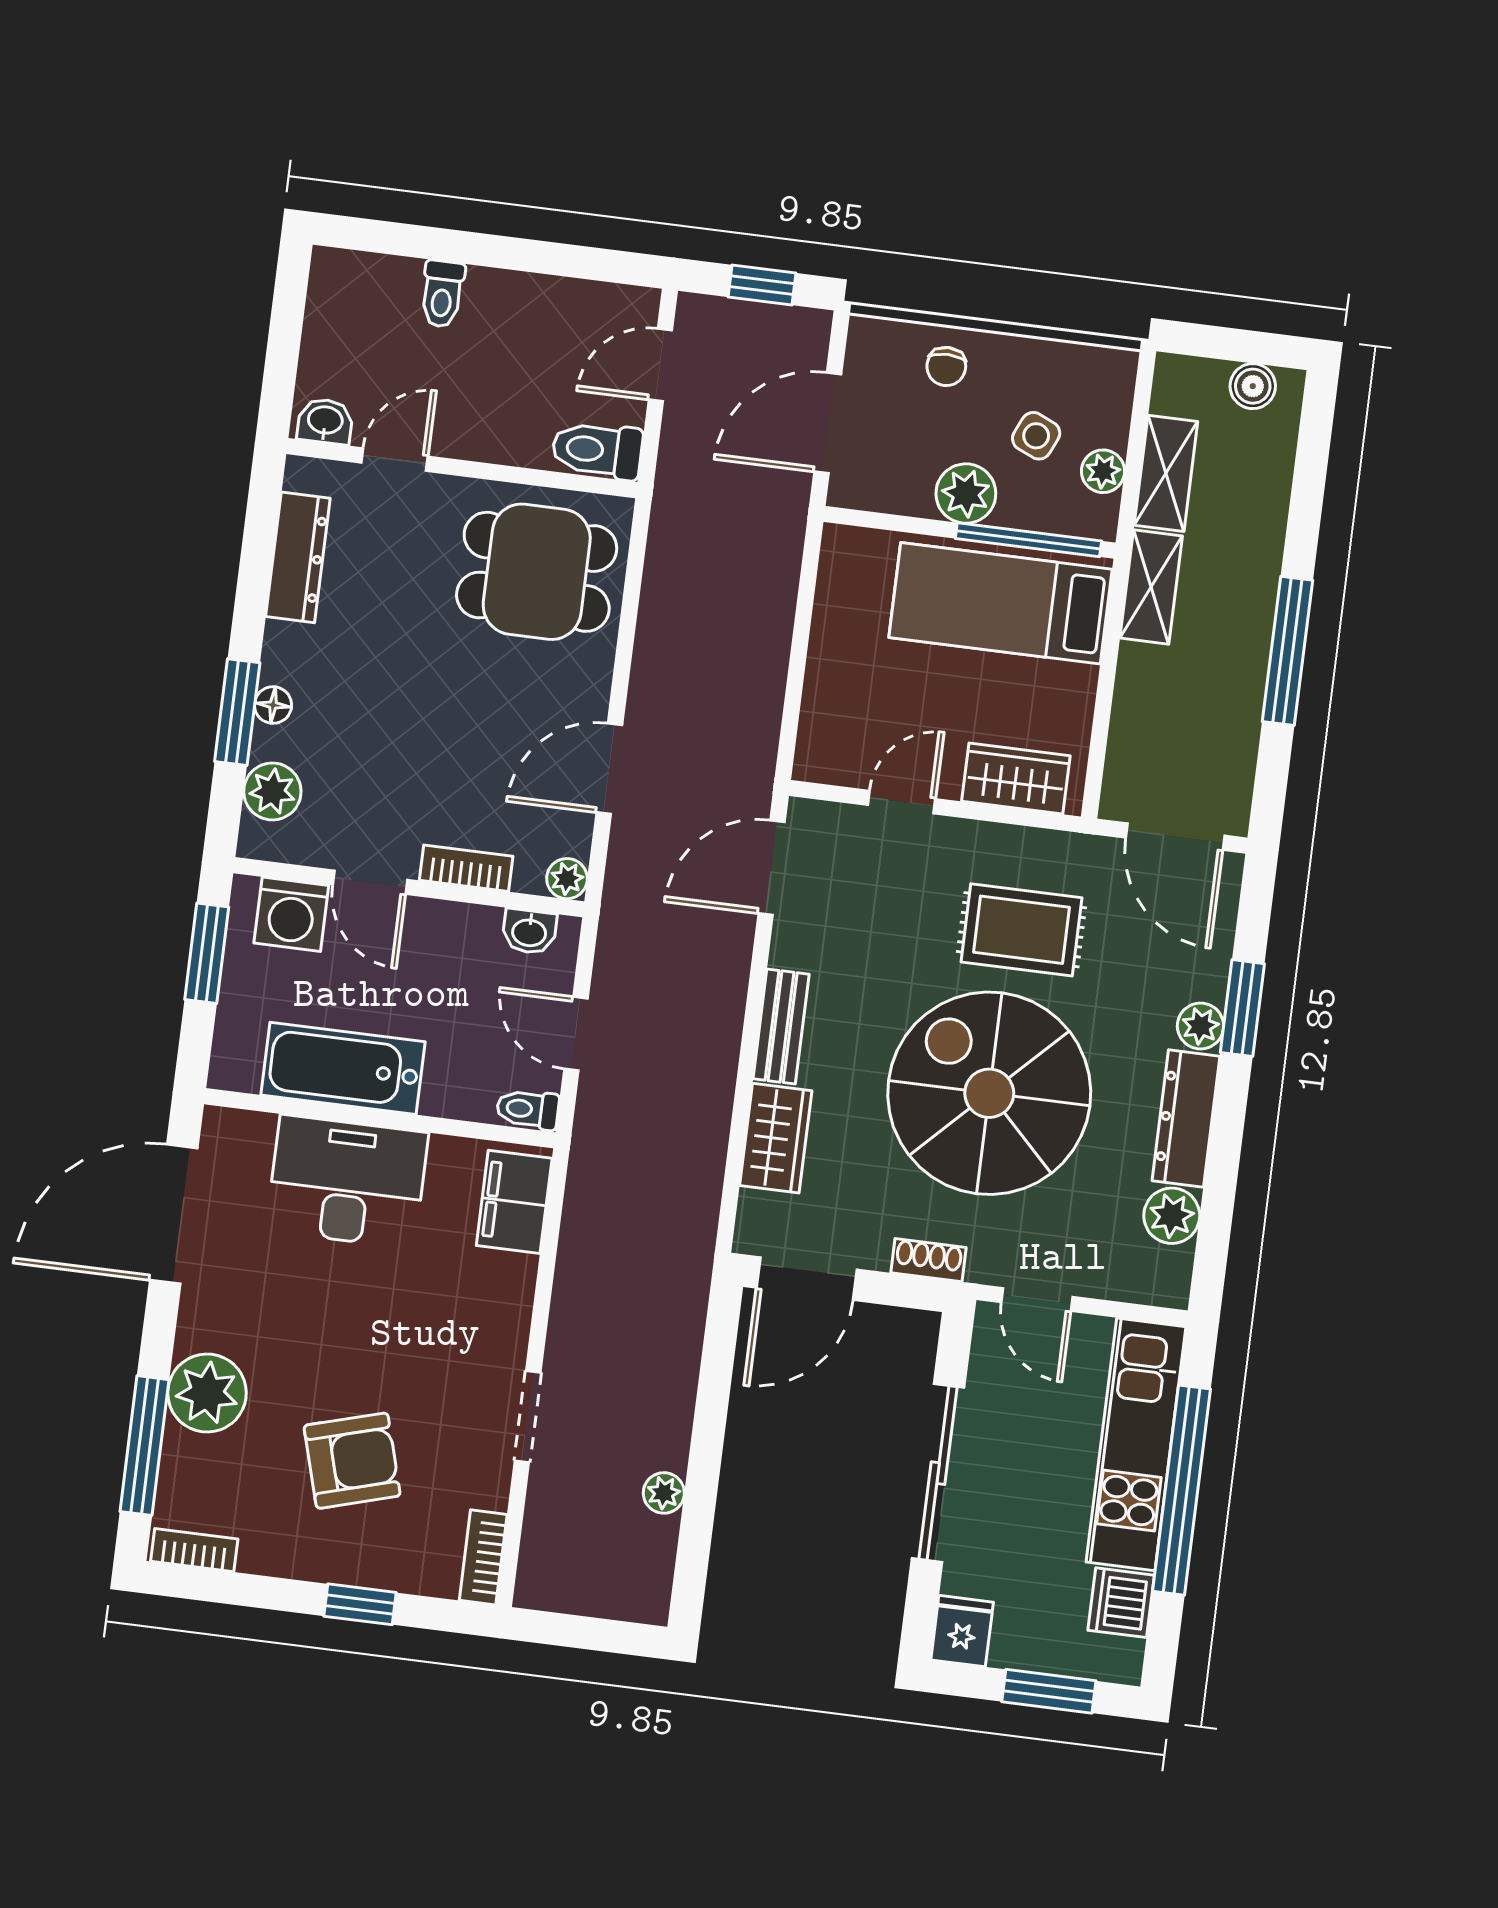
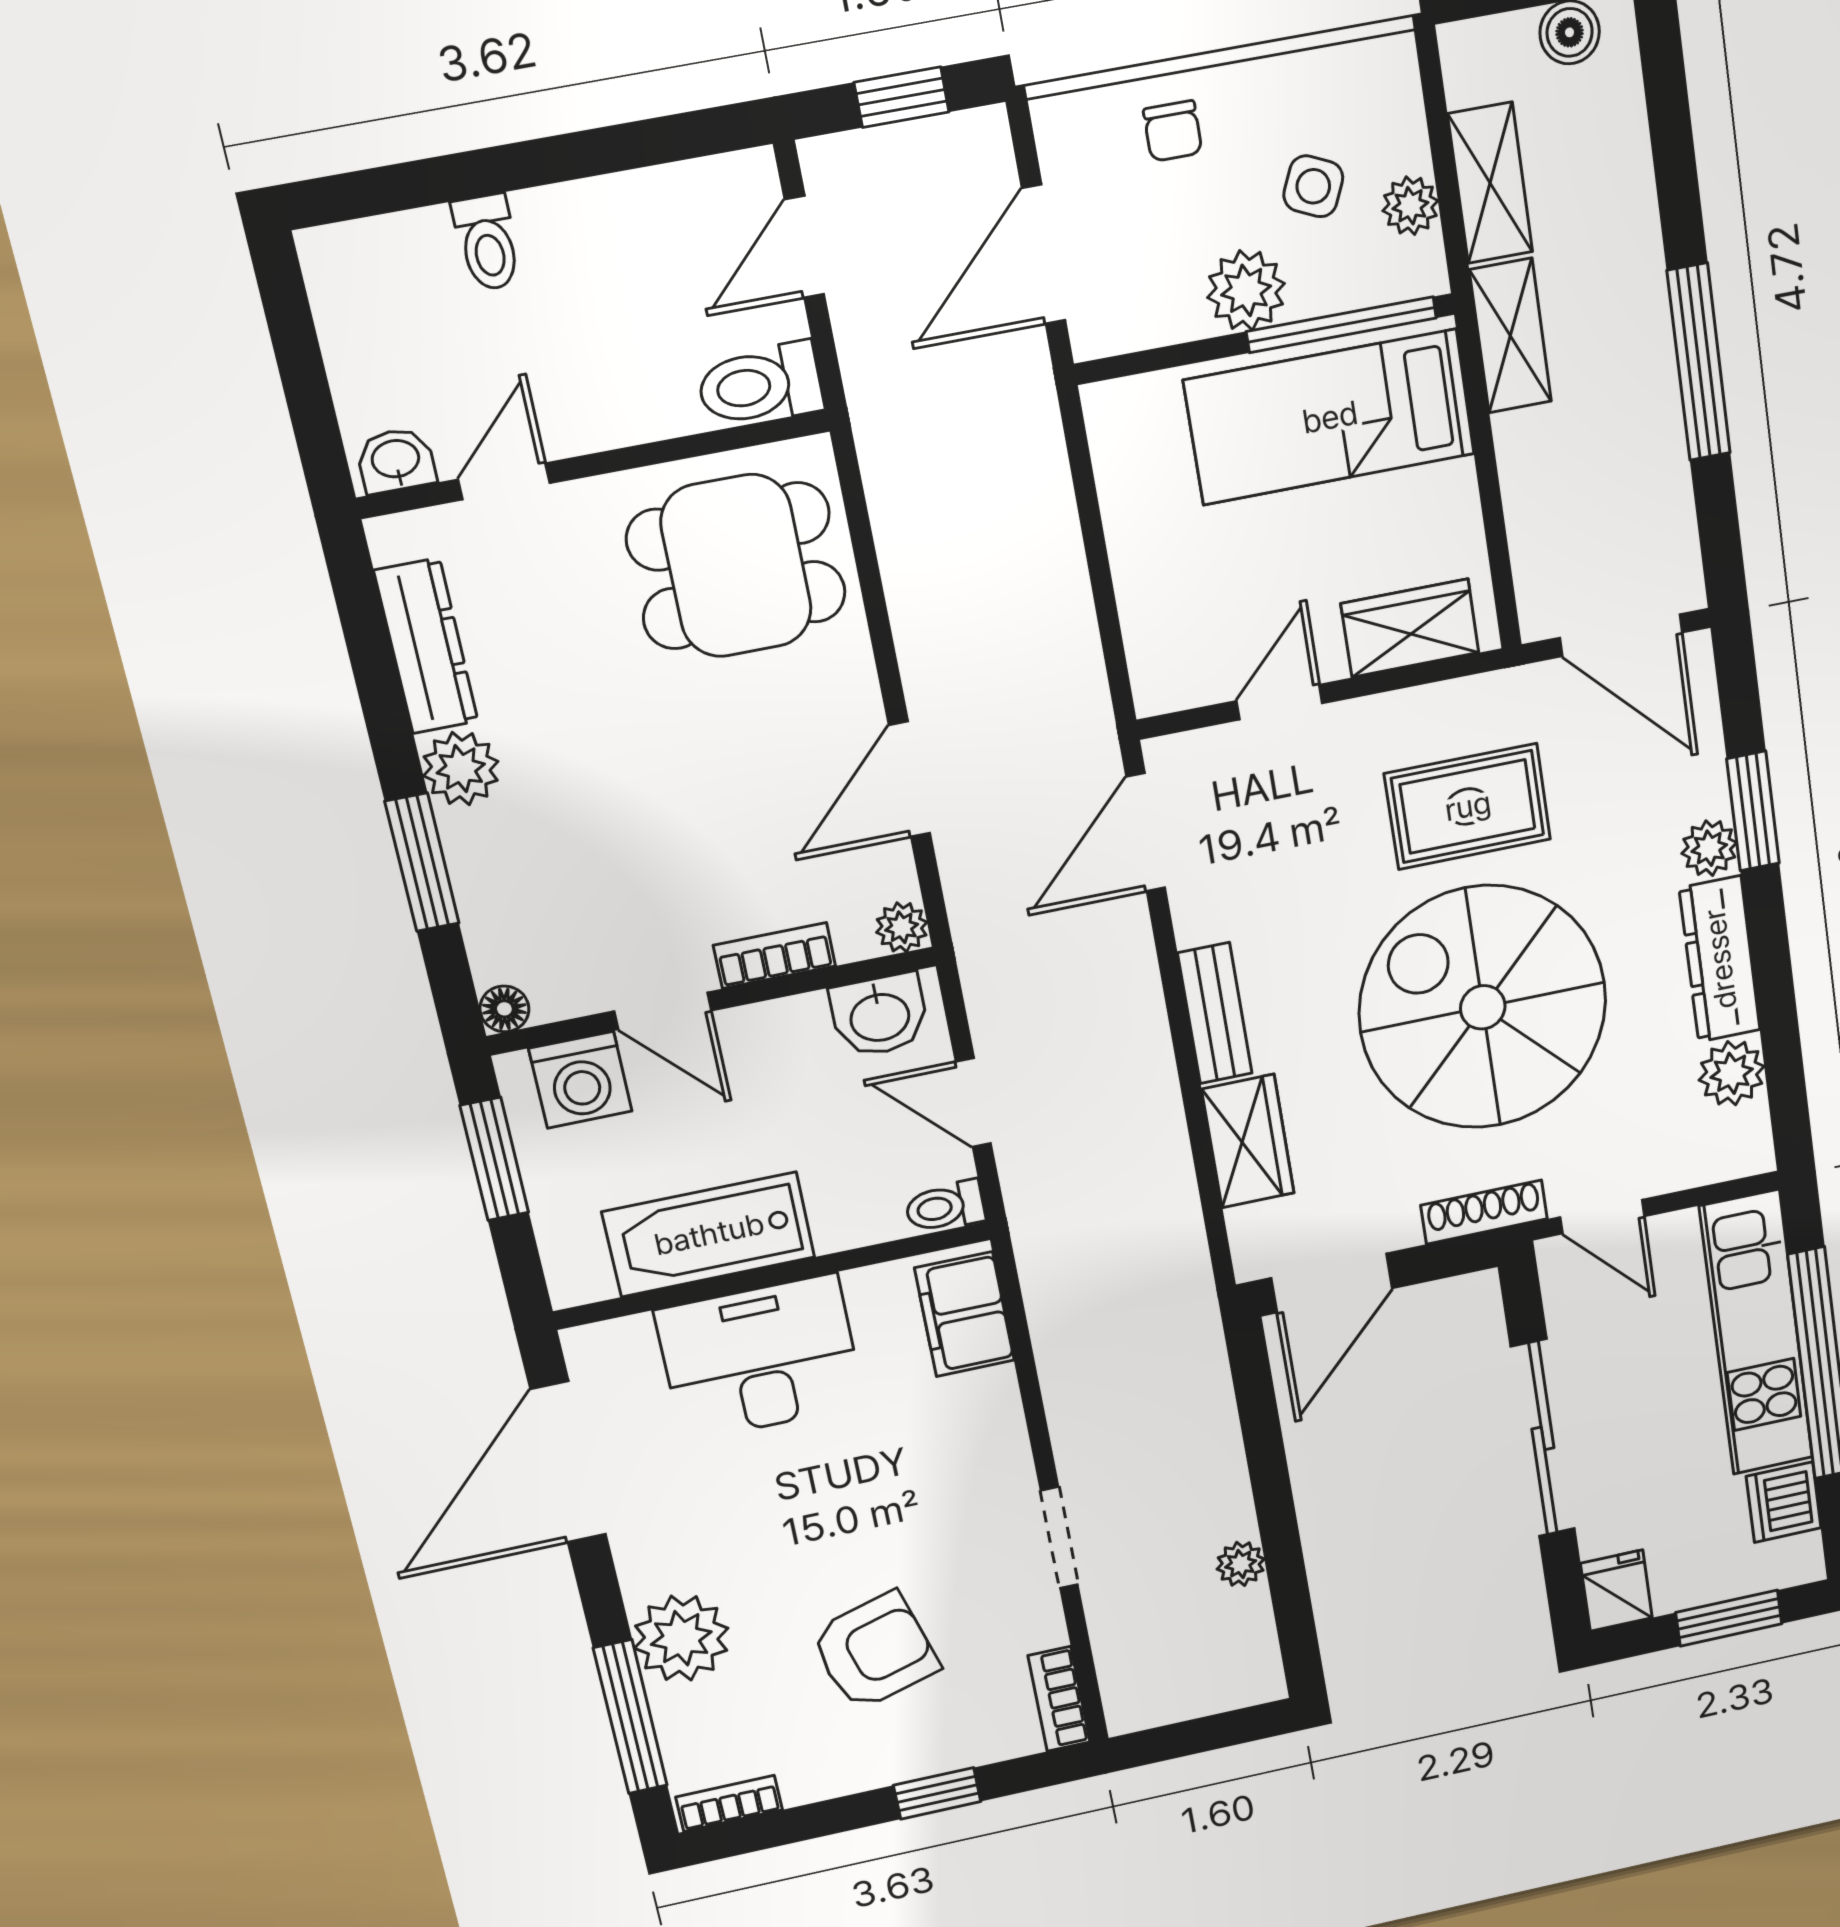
floor lamp: (273, 705) -> (504, 1009), moved
plant: (272, 791) -> (461, 769), moved
washbasin: (529, 932) -> (879, 1015), width x1.38, depth x1.45
shoe rack: (929, 1260) -> (1484, 1212), width x1.43

